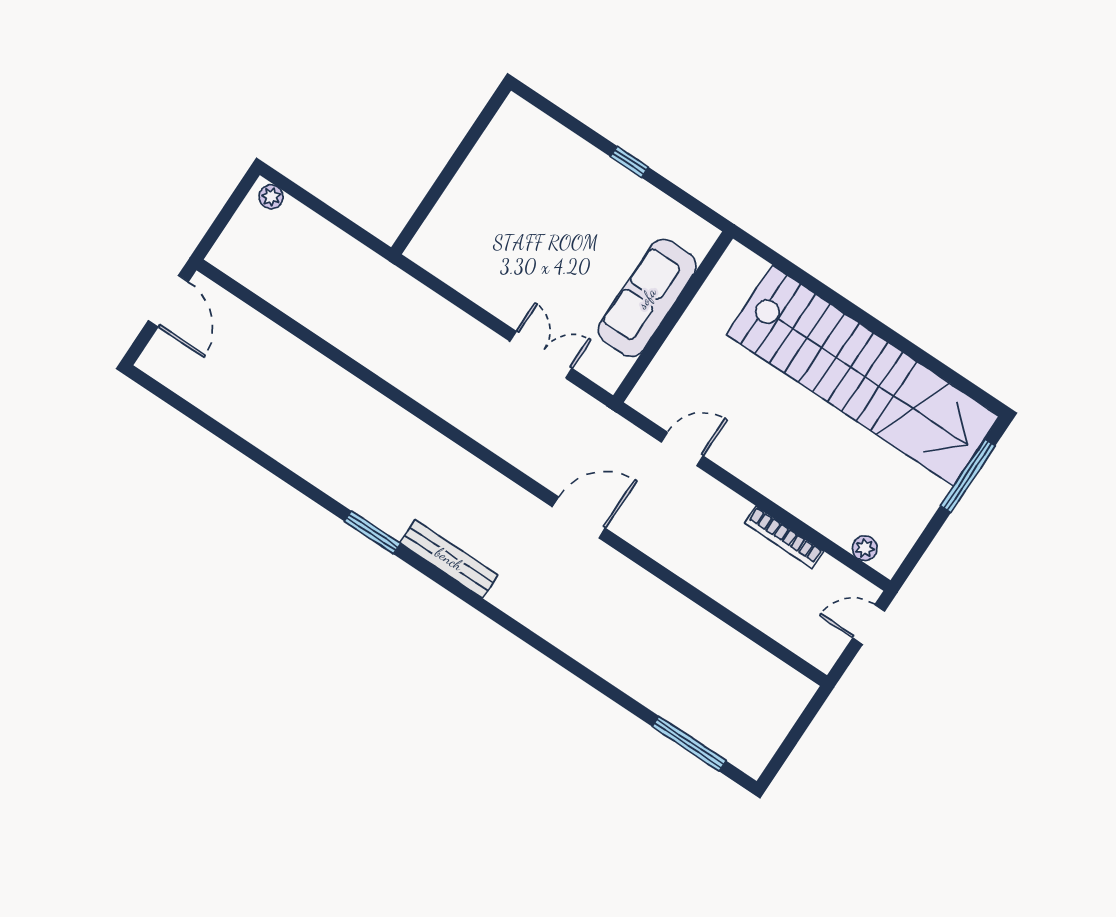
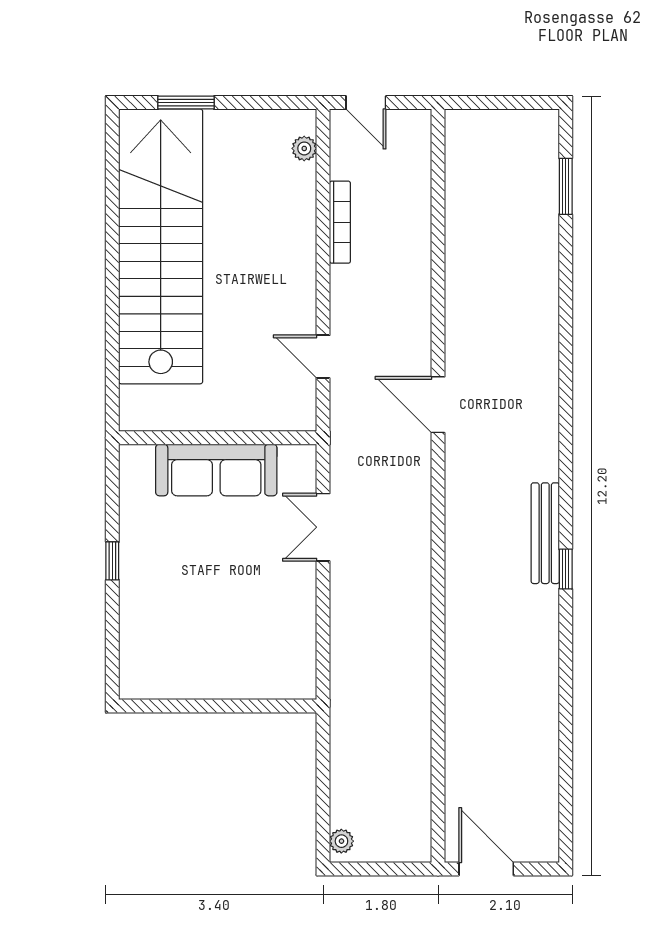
door: (168, 301) -> (486, 869), hinge flipped
window: (968, 476) -> (186, 103), width x0.69
window: (372, 532) -> (566, 569), width x0.67
bench: (449, 559) -> (545, 533), moved
window: (689, 744) -> (566, 186), width x0.69

